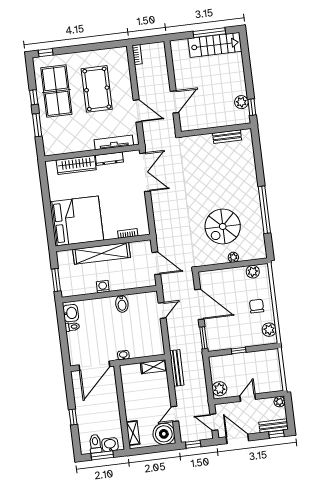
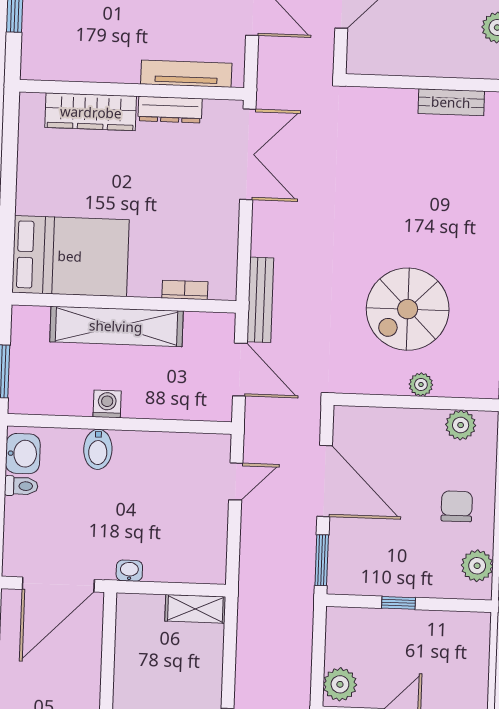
bed: (77, 221) -> (70, 256), width x0.73
bidet: (122, 304) -> (98, 449), moved
bench: (177, 368) -> (260, 300), moved

